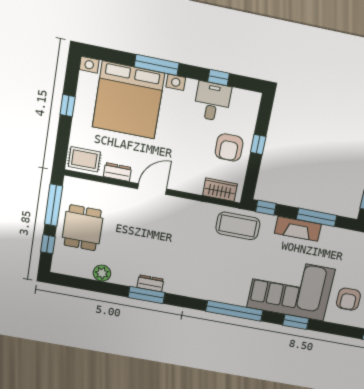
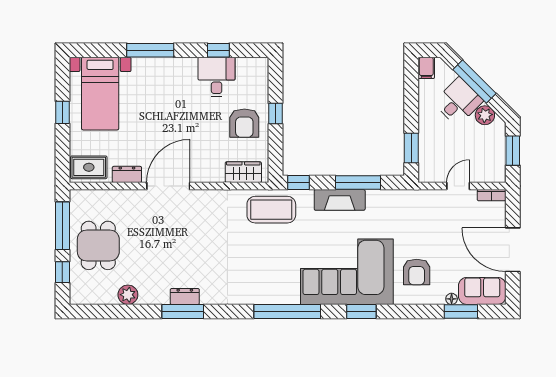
bed with nightstands: (128, 100) -> (100, 94), width x0.54
door: (152, 189) -> (168, 186), width x1.36

